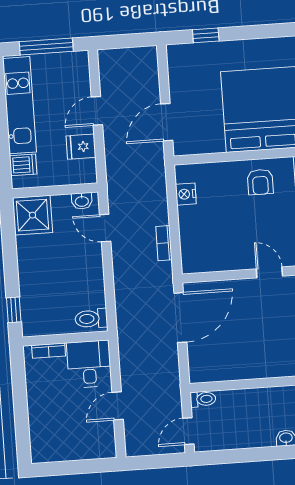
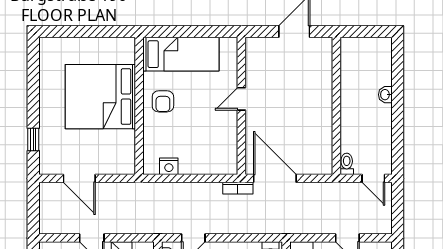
door: (167, 122) -> (79, 178), moved
armchair: (260, 182) -> (163, 101), turned 90
bookcase: (164, 243) -> (238, 188), moved

